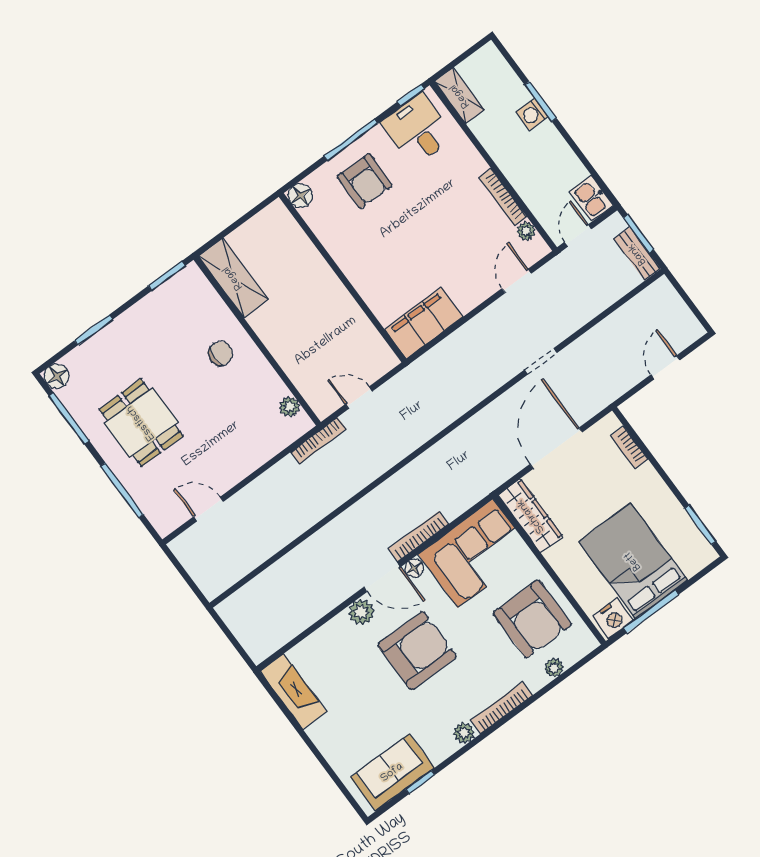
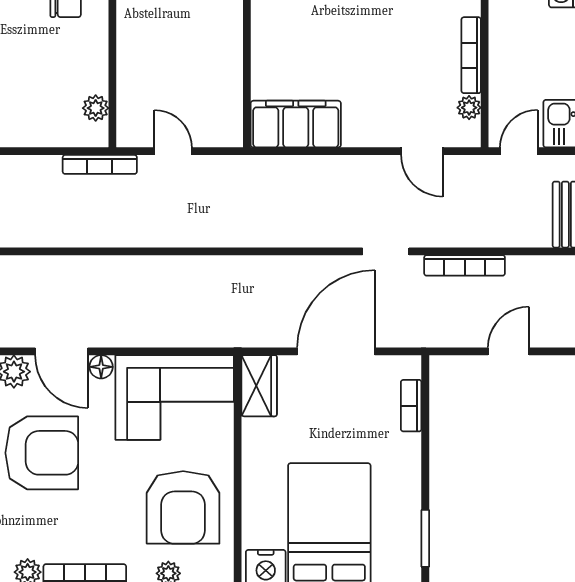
door: (517, 281) -> (422, 151), swing flipped
wardrobe: (531, 516) -> (259, 386), width x0.67
bookcase: (418, 536) -> (465, 265), moved, turned 180

